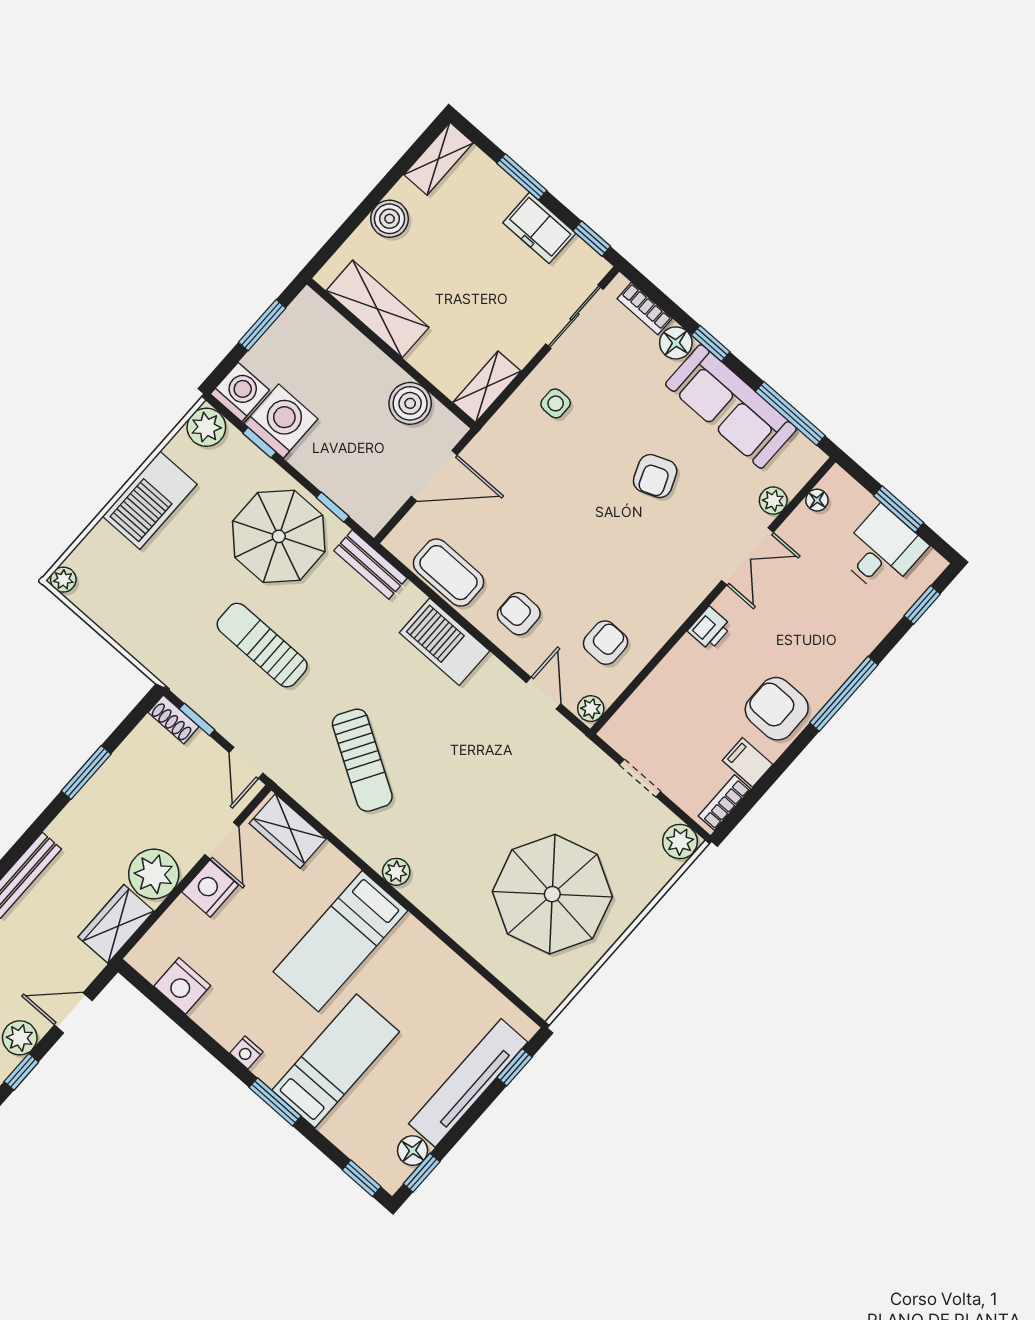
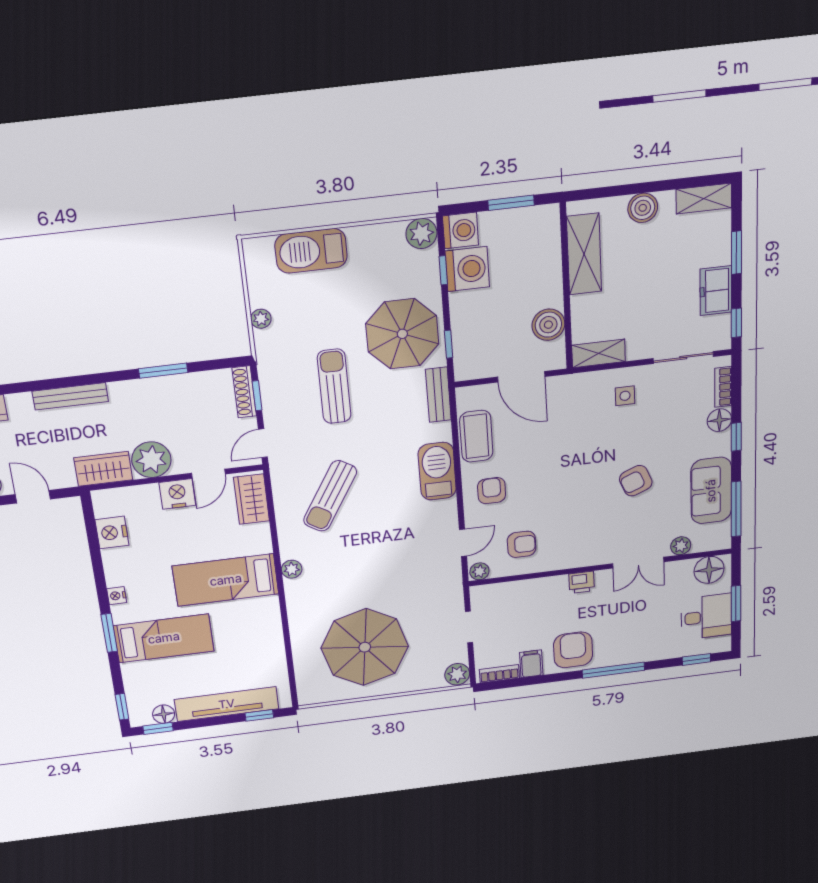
sofa: (731, 406) -> (711, 491), width x0.73
barbecue: (150, 500) -> (311, 251), moved
floor lamp: (817, 500) -> (709, 570), width x1.89, depth x1.89
plant: (63, 580) -> (261, 319), moved
shoe rack: (173, 720) -> (244, 392), width x1.43

